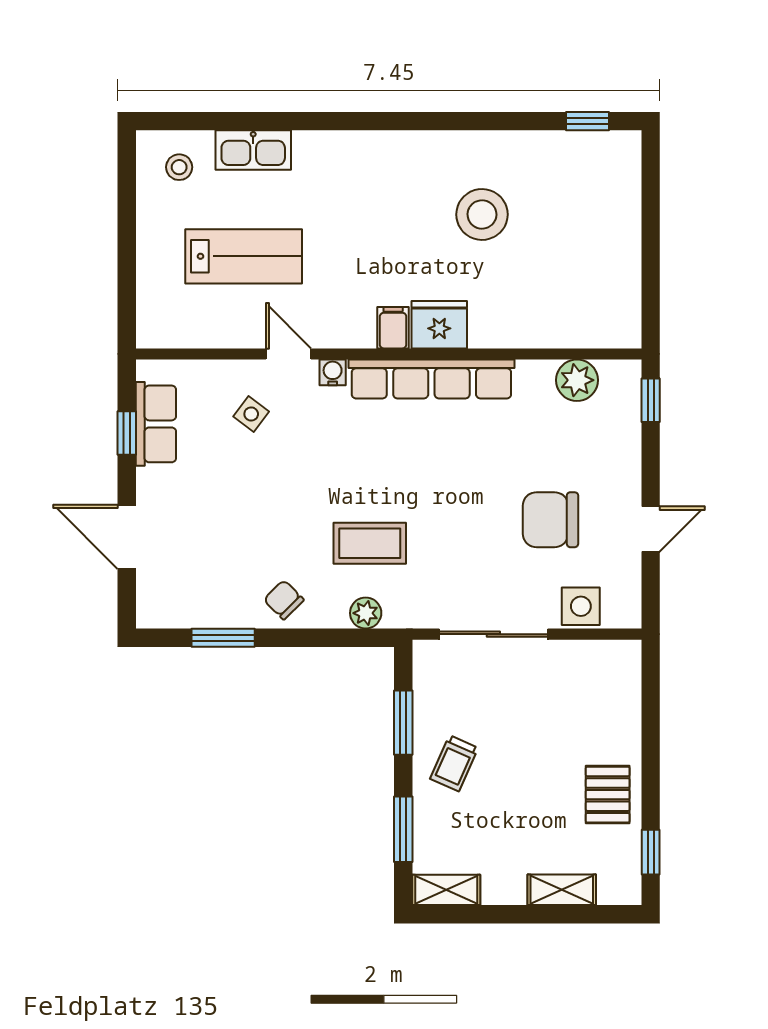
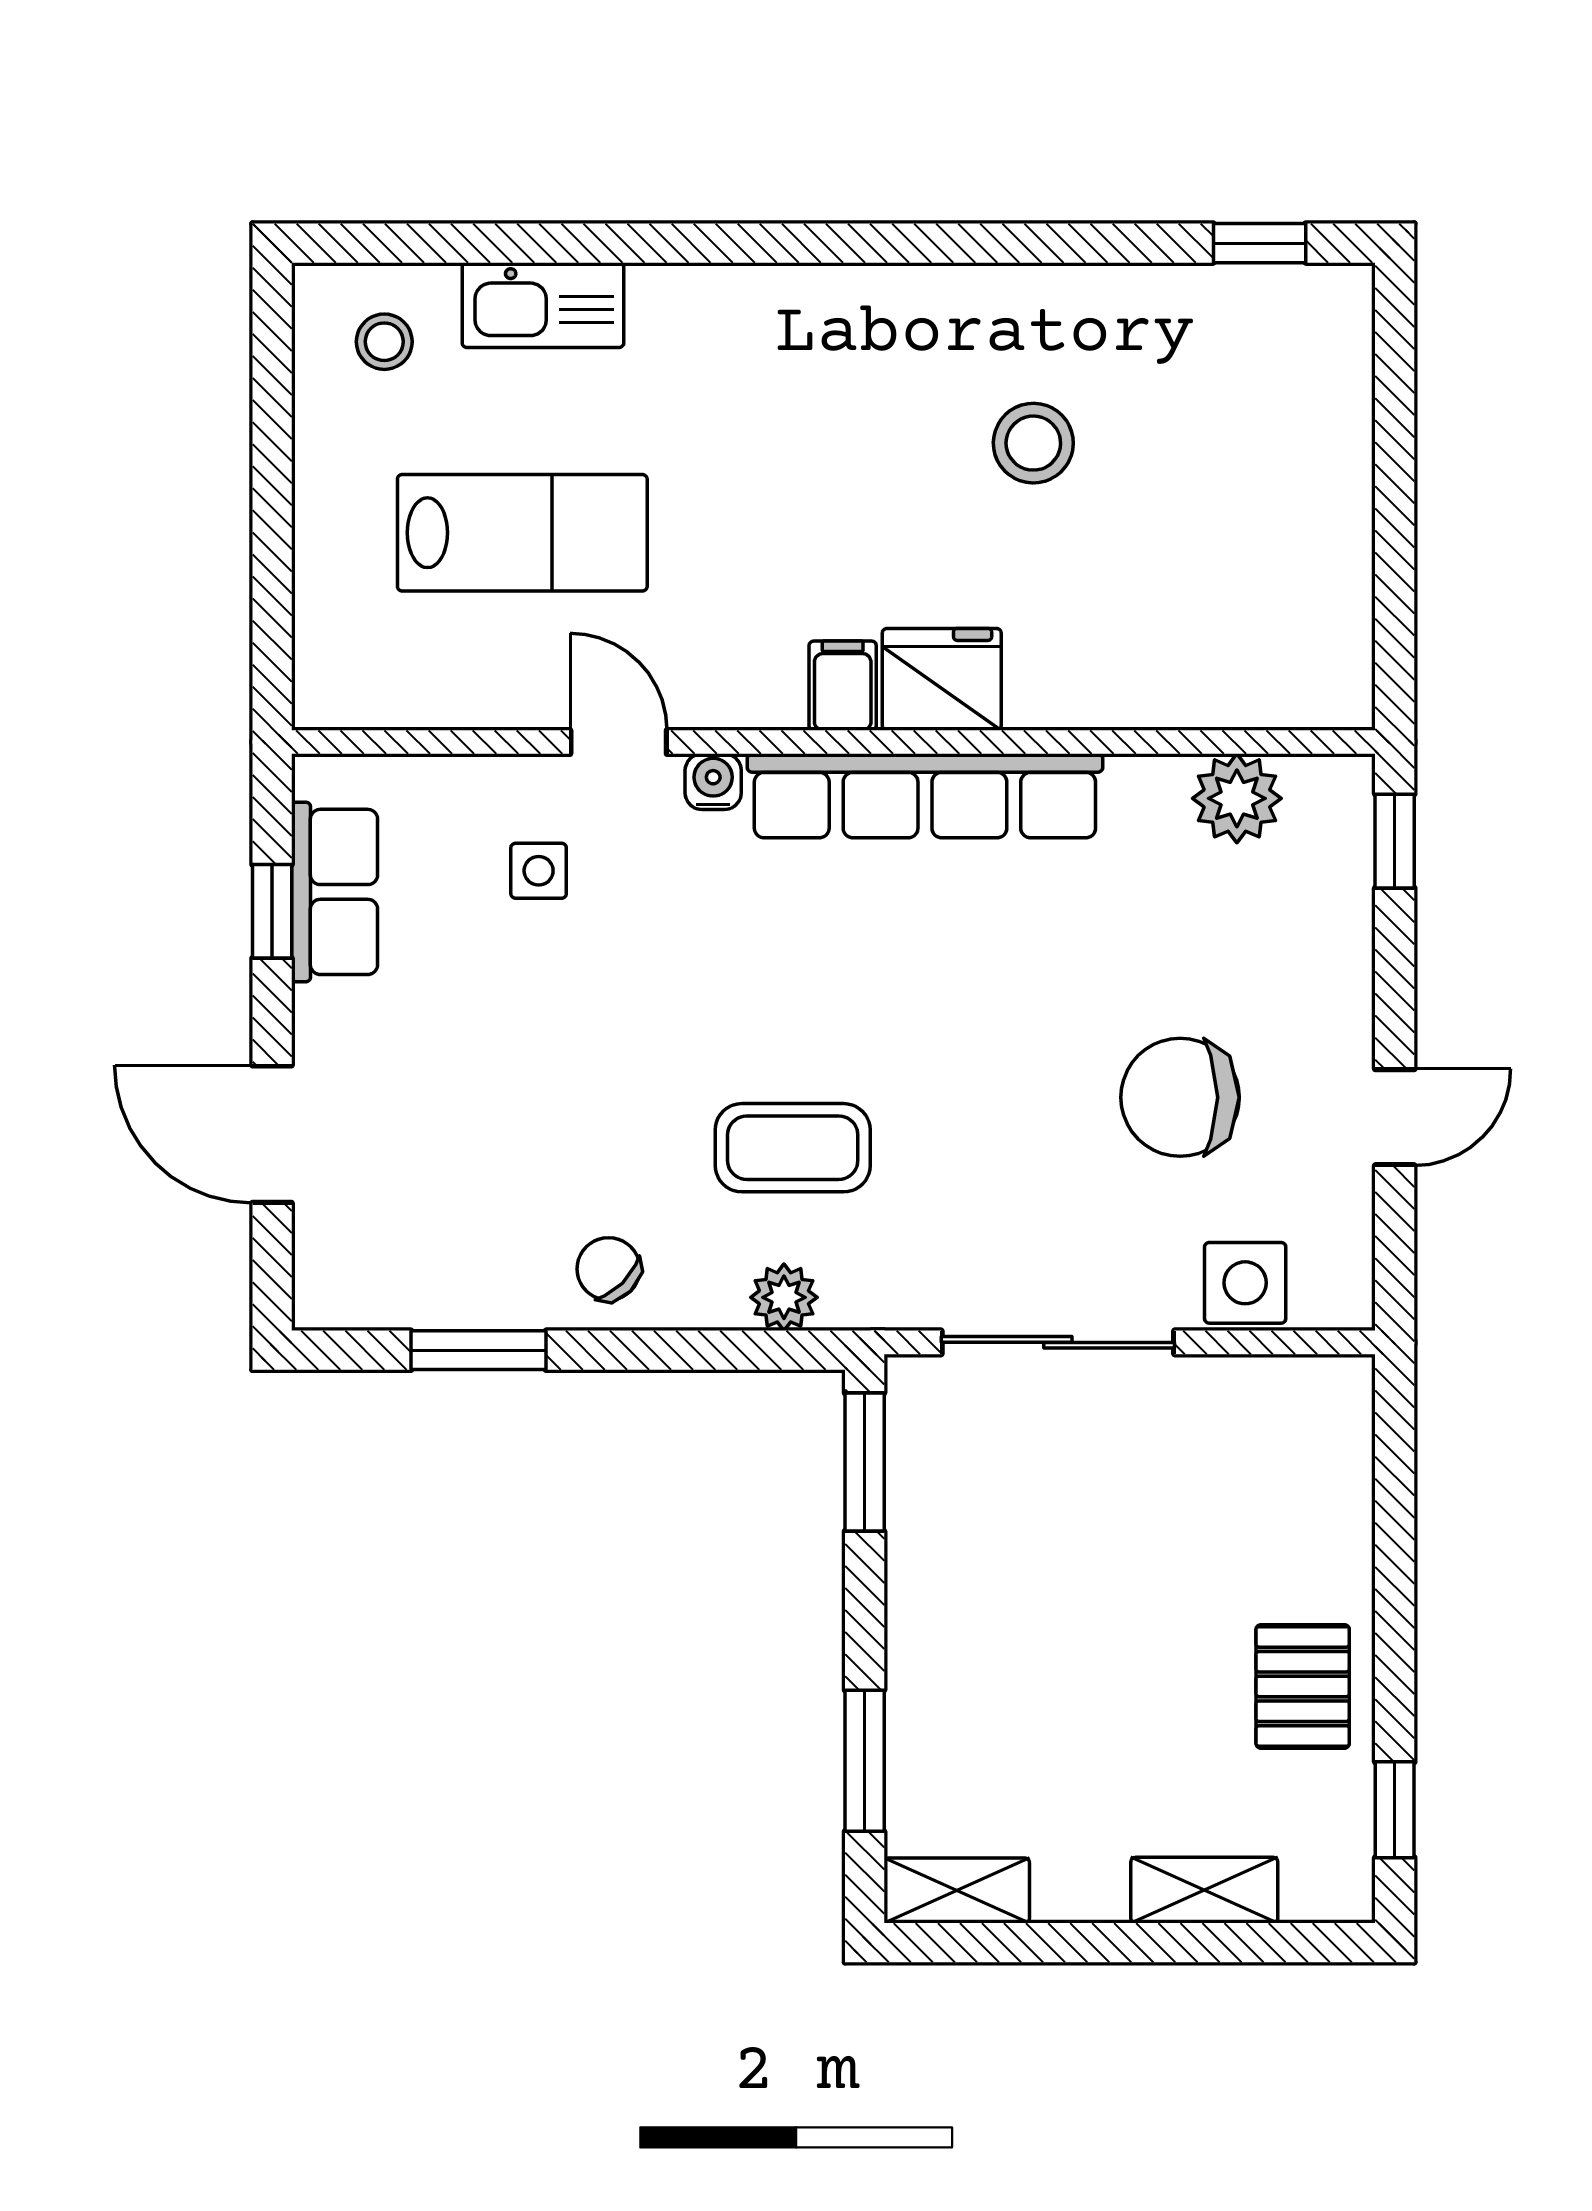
stool: (482, 214) -> (1033, 443), width x0.73, depth x0.73
side table: (251, 414) -> (539, 871), turned -37
window: (403, 723) -> (865, 1462), moved
trolley: (454, 763) -> (974, 1619), removed

